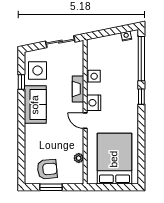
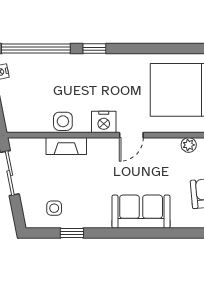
side table: (38, 71) -> (54, 208), width x0.54, depth x0.54
fireplace: (78, 89) -> (66, 146), moved
sofa: (35, 105) -> (141, 212), moved

